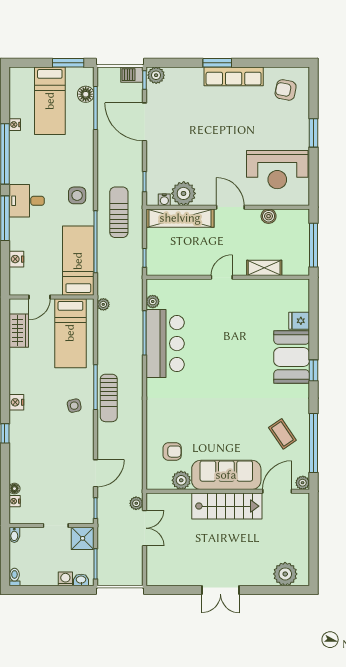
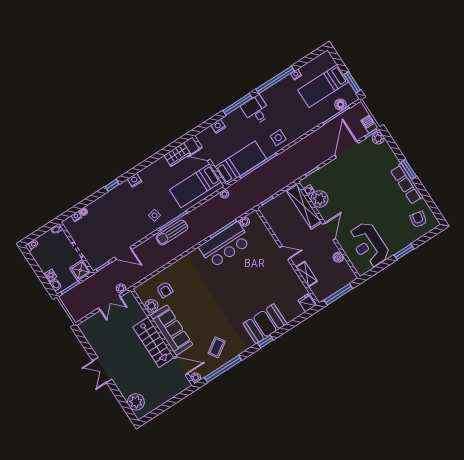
sun lounger: (119, 212) -> (284, 168), removed
fridge: (299, 321) -> (307, 303), moved

